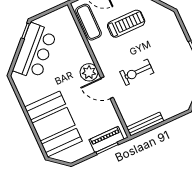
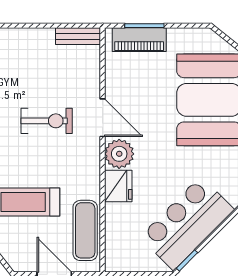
fridge: (82, 54) -> (118, 186), added
bench: (145, 124) -> (78, 36), width x0.73

